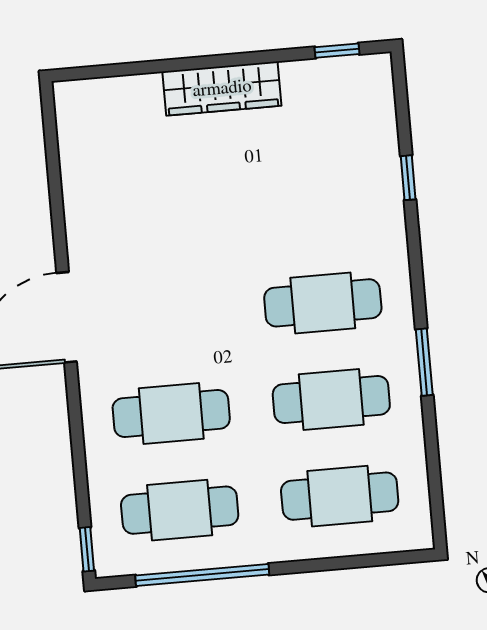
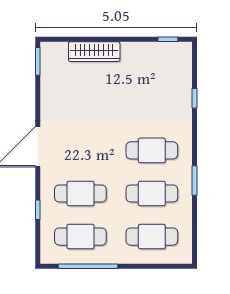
wardrobe: (222, 89) -> (94, 52), moved
window: (50, 126) -> (38, 61), added
window: (87, 549) -> (38, 210), moved

